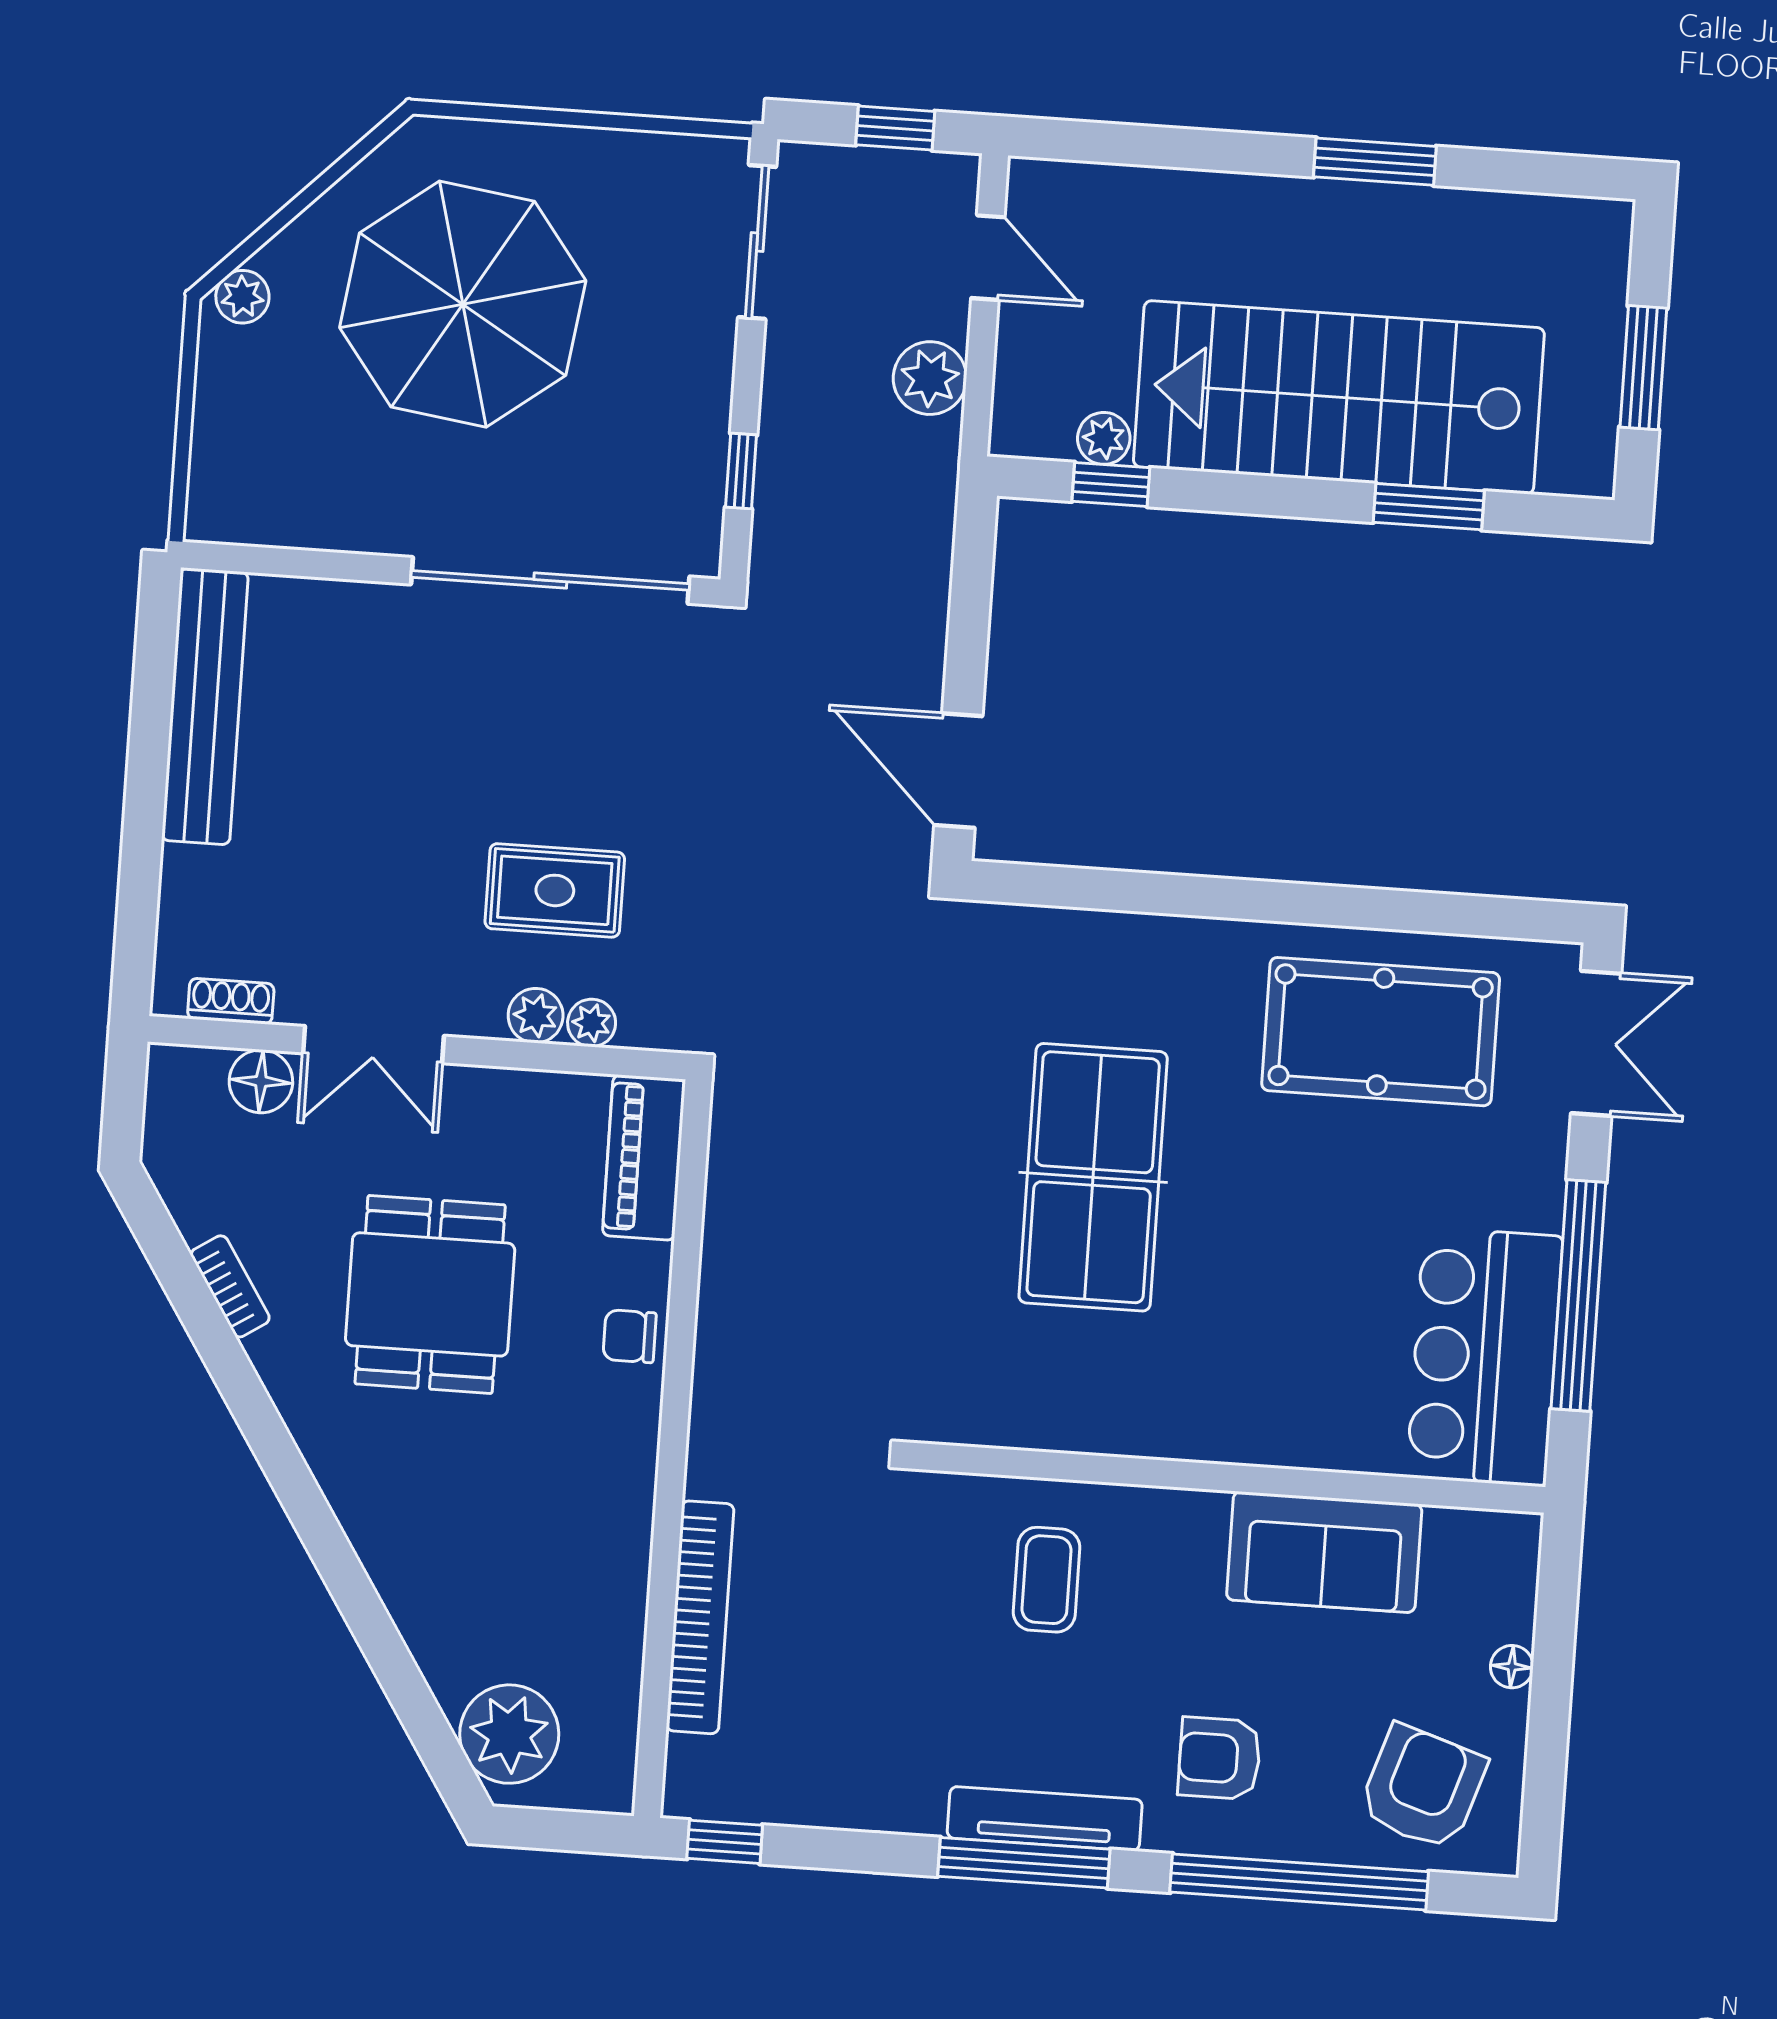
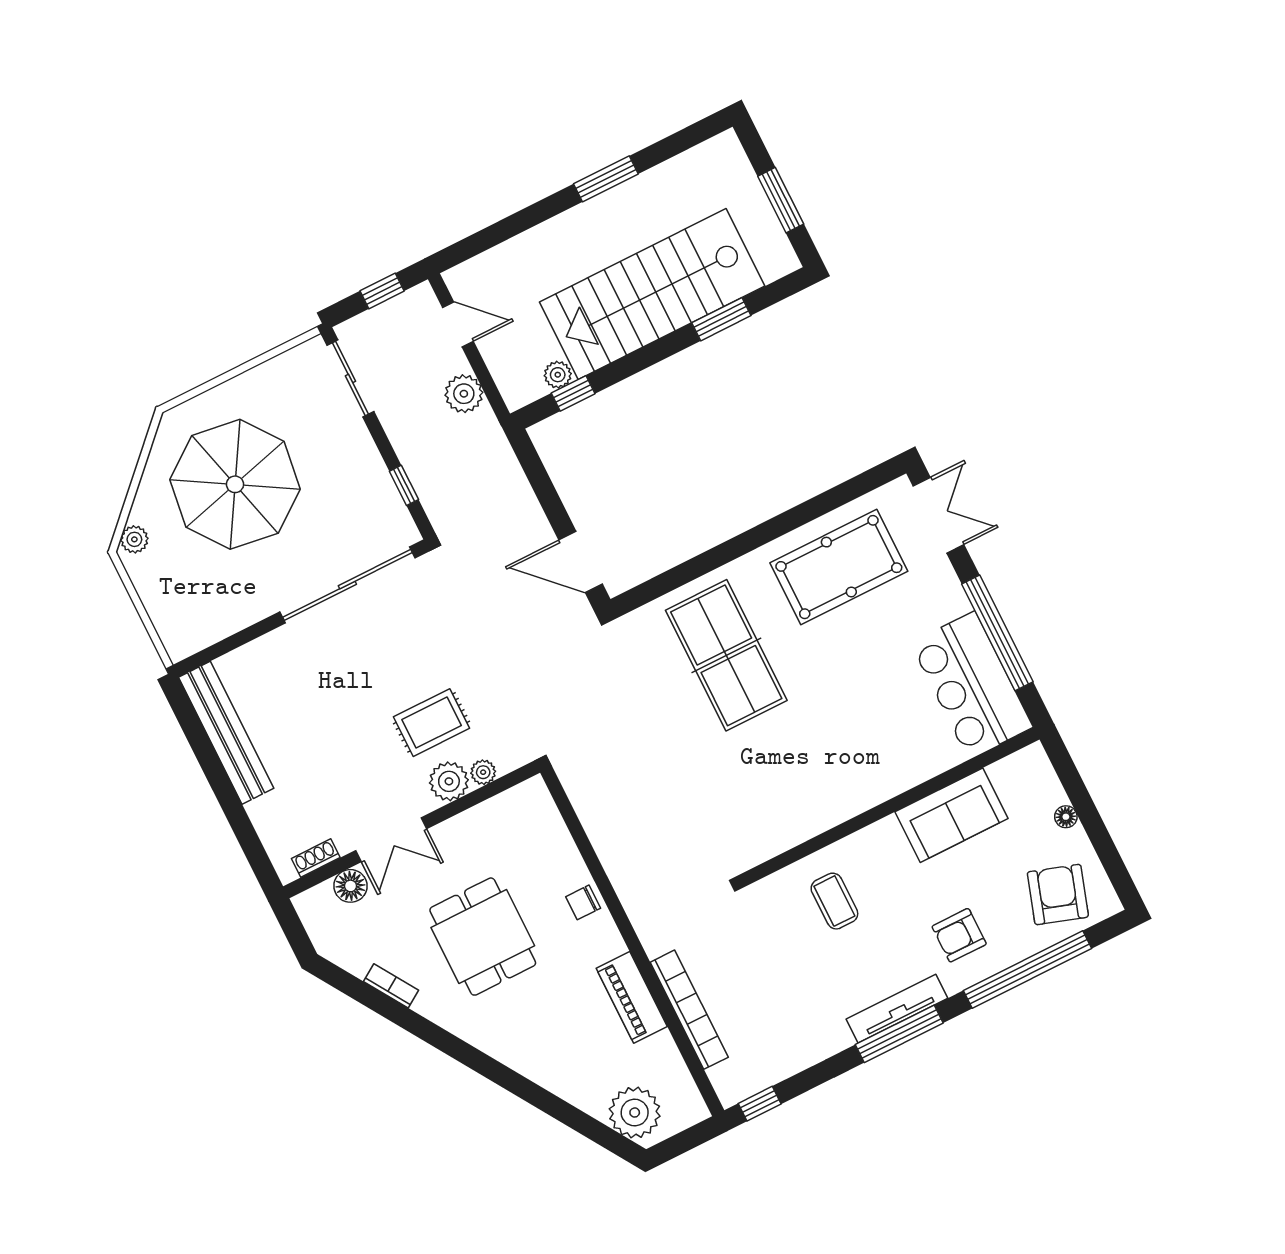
plant: (536, 1016) -> (449, 781), width x1.38, depth x1.38
piano: (644, 1157) -> (632, 997), moved
table tennis table: (1093, 1177) -> (726, 655), moved

